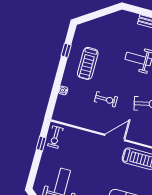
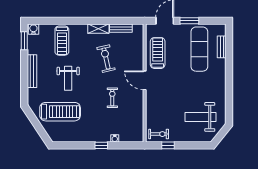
window: (66, 50) -> (101, 145), moved
treadmill: (88, 63) -> (60, 112), moved, width x1.37, depth x1.38

